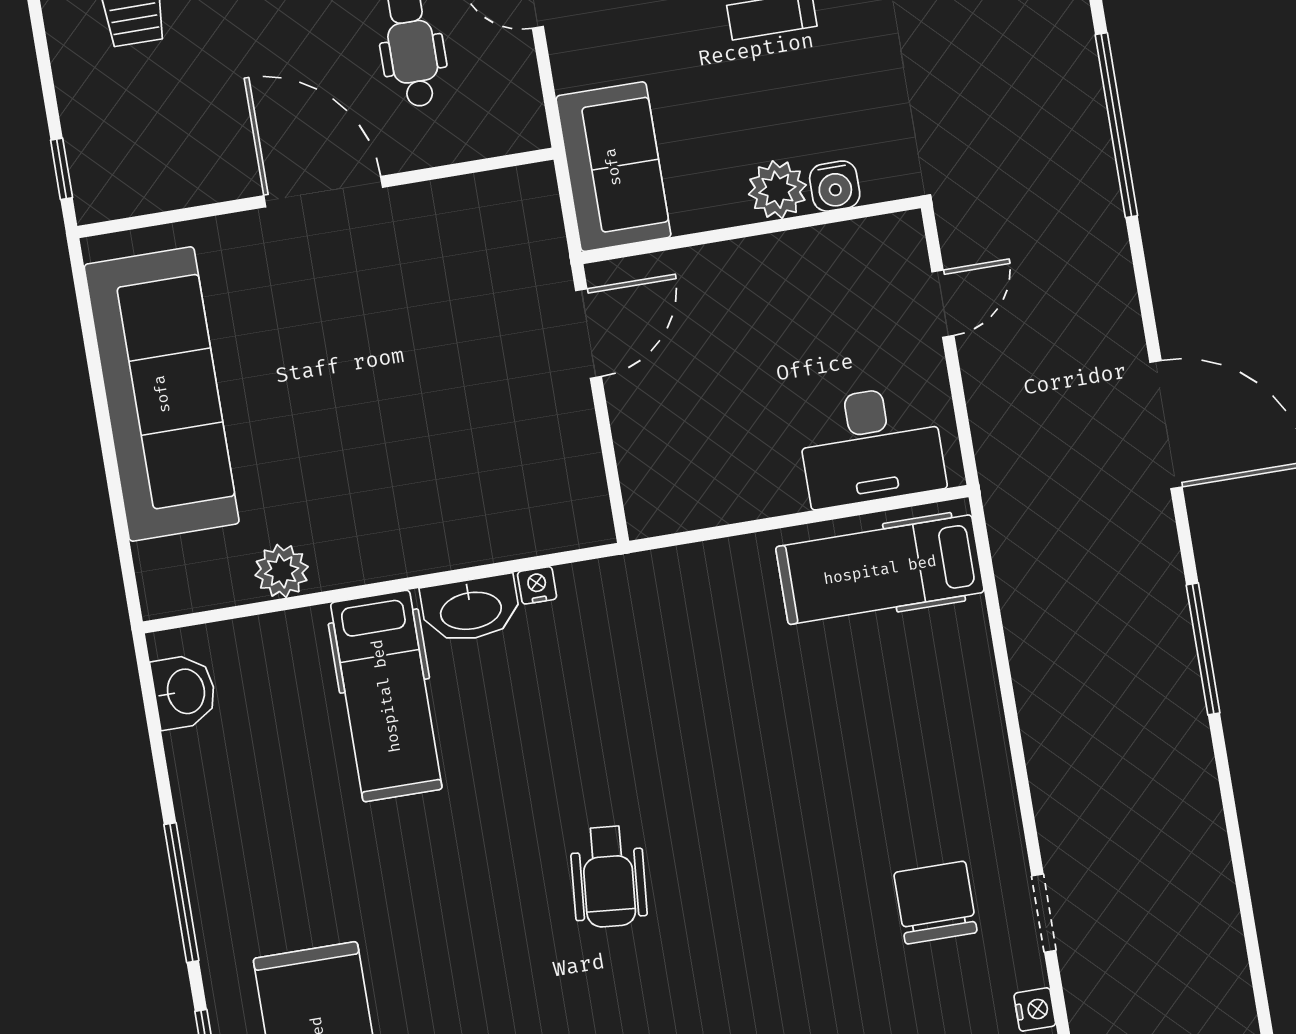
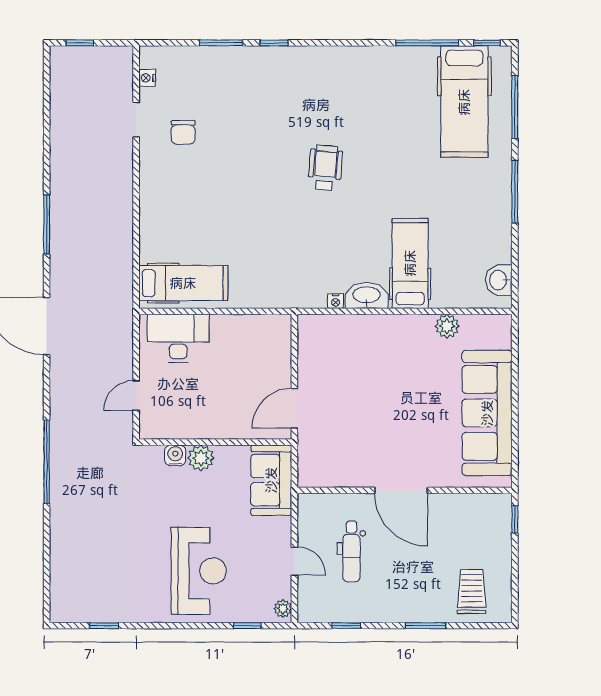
chair: (935, 903) -> (183, 132), width x0.73, depth x0.73

